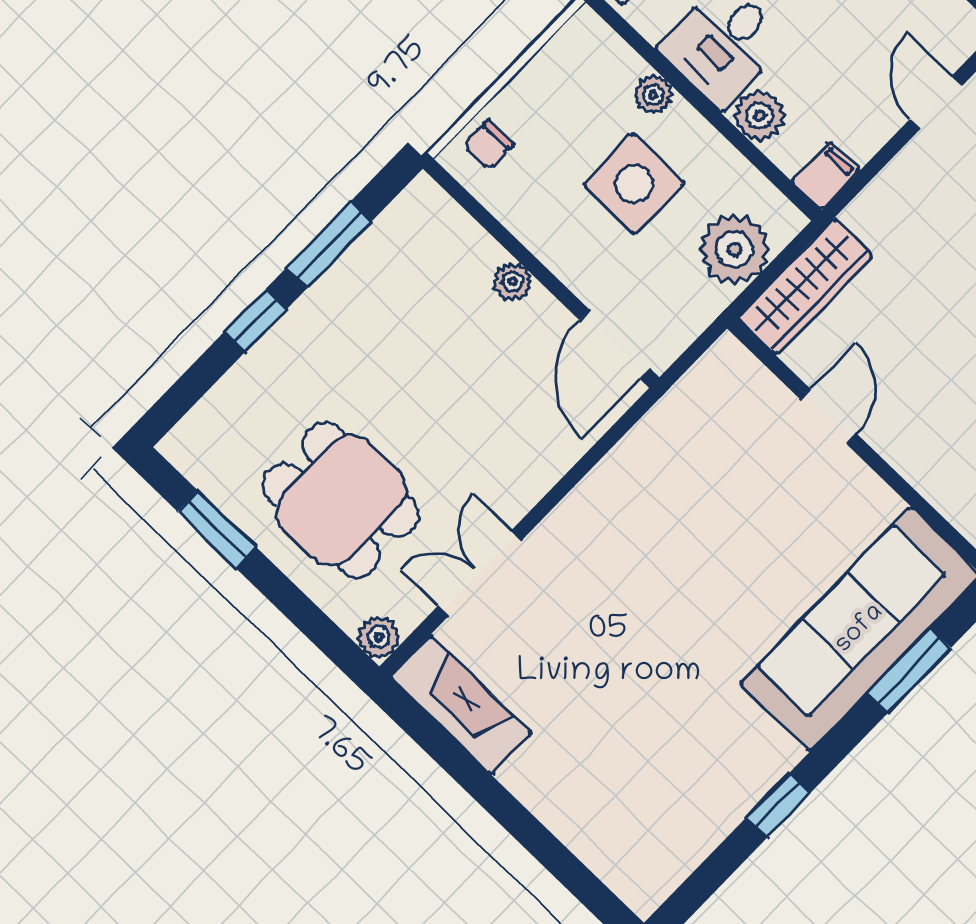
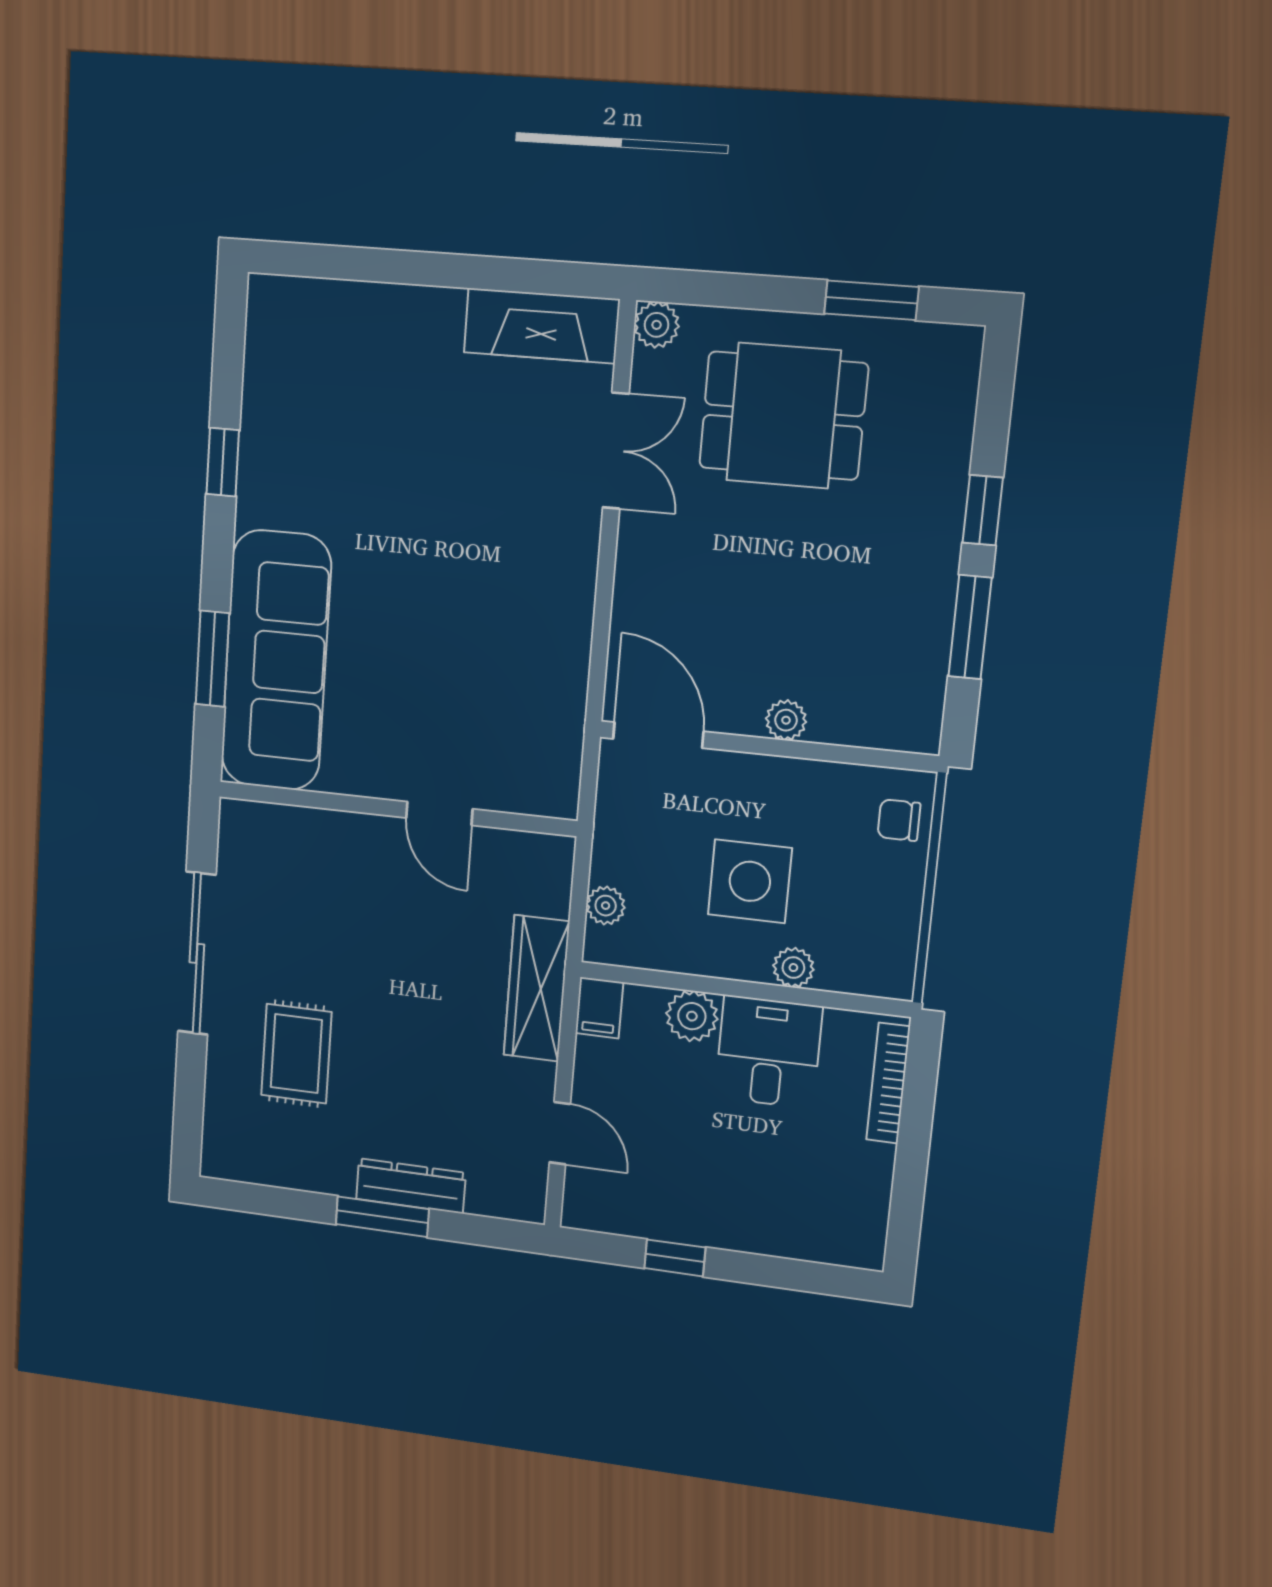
chair: (489, 145) -> (899, 820), turned -90
plant: (734, 250) -> (606, 906), width x0.53, depth x0.53
wardrobe: (805, 287) -> (536, 988), moved

